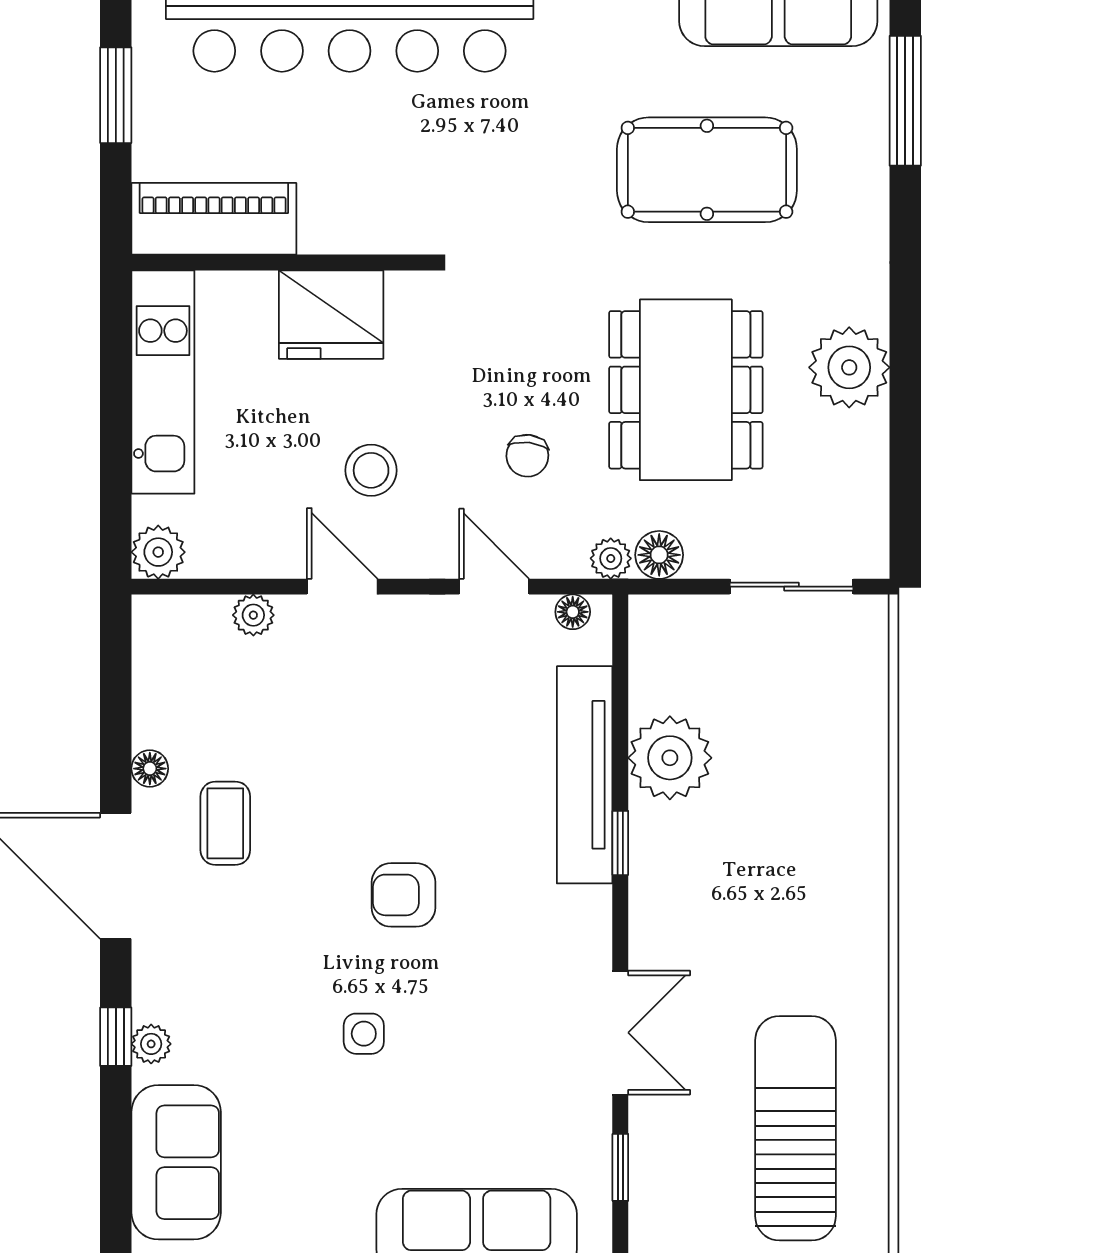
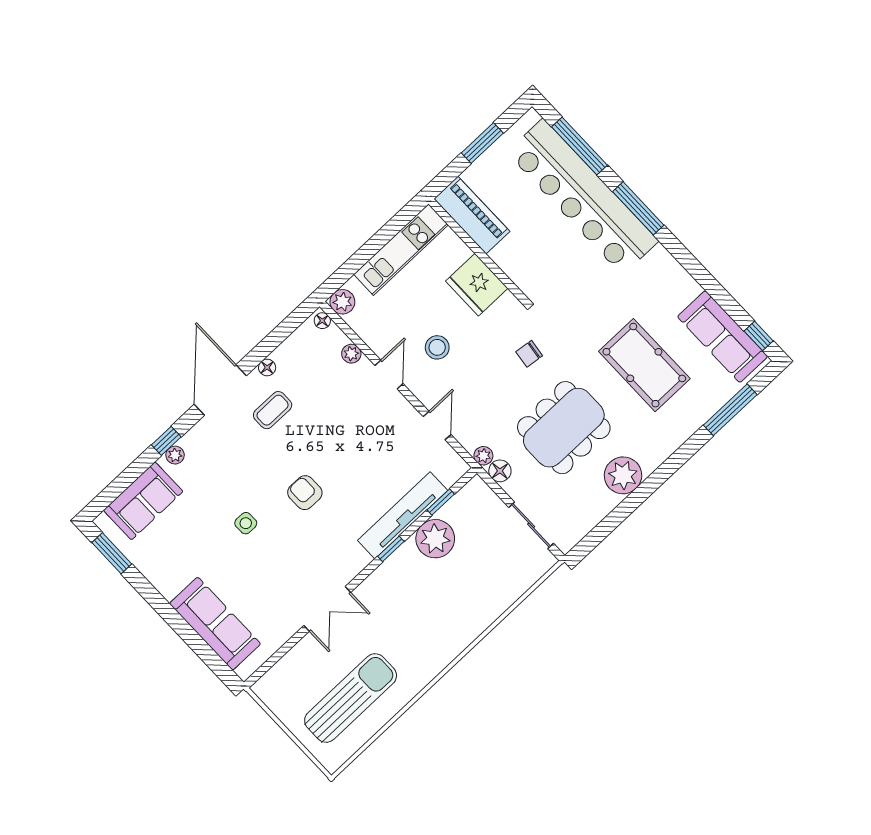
chair: (527, 456) -> (529, 354), moved
floor lamp: (573, 612) -> (322, 321), moved
window: (620, 1167) -> (441, 502), moved

